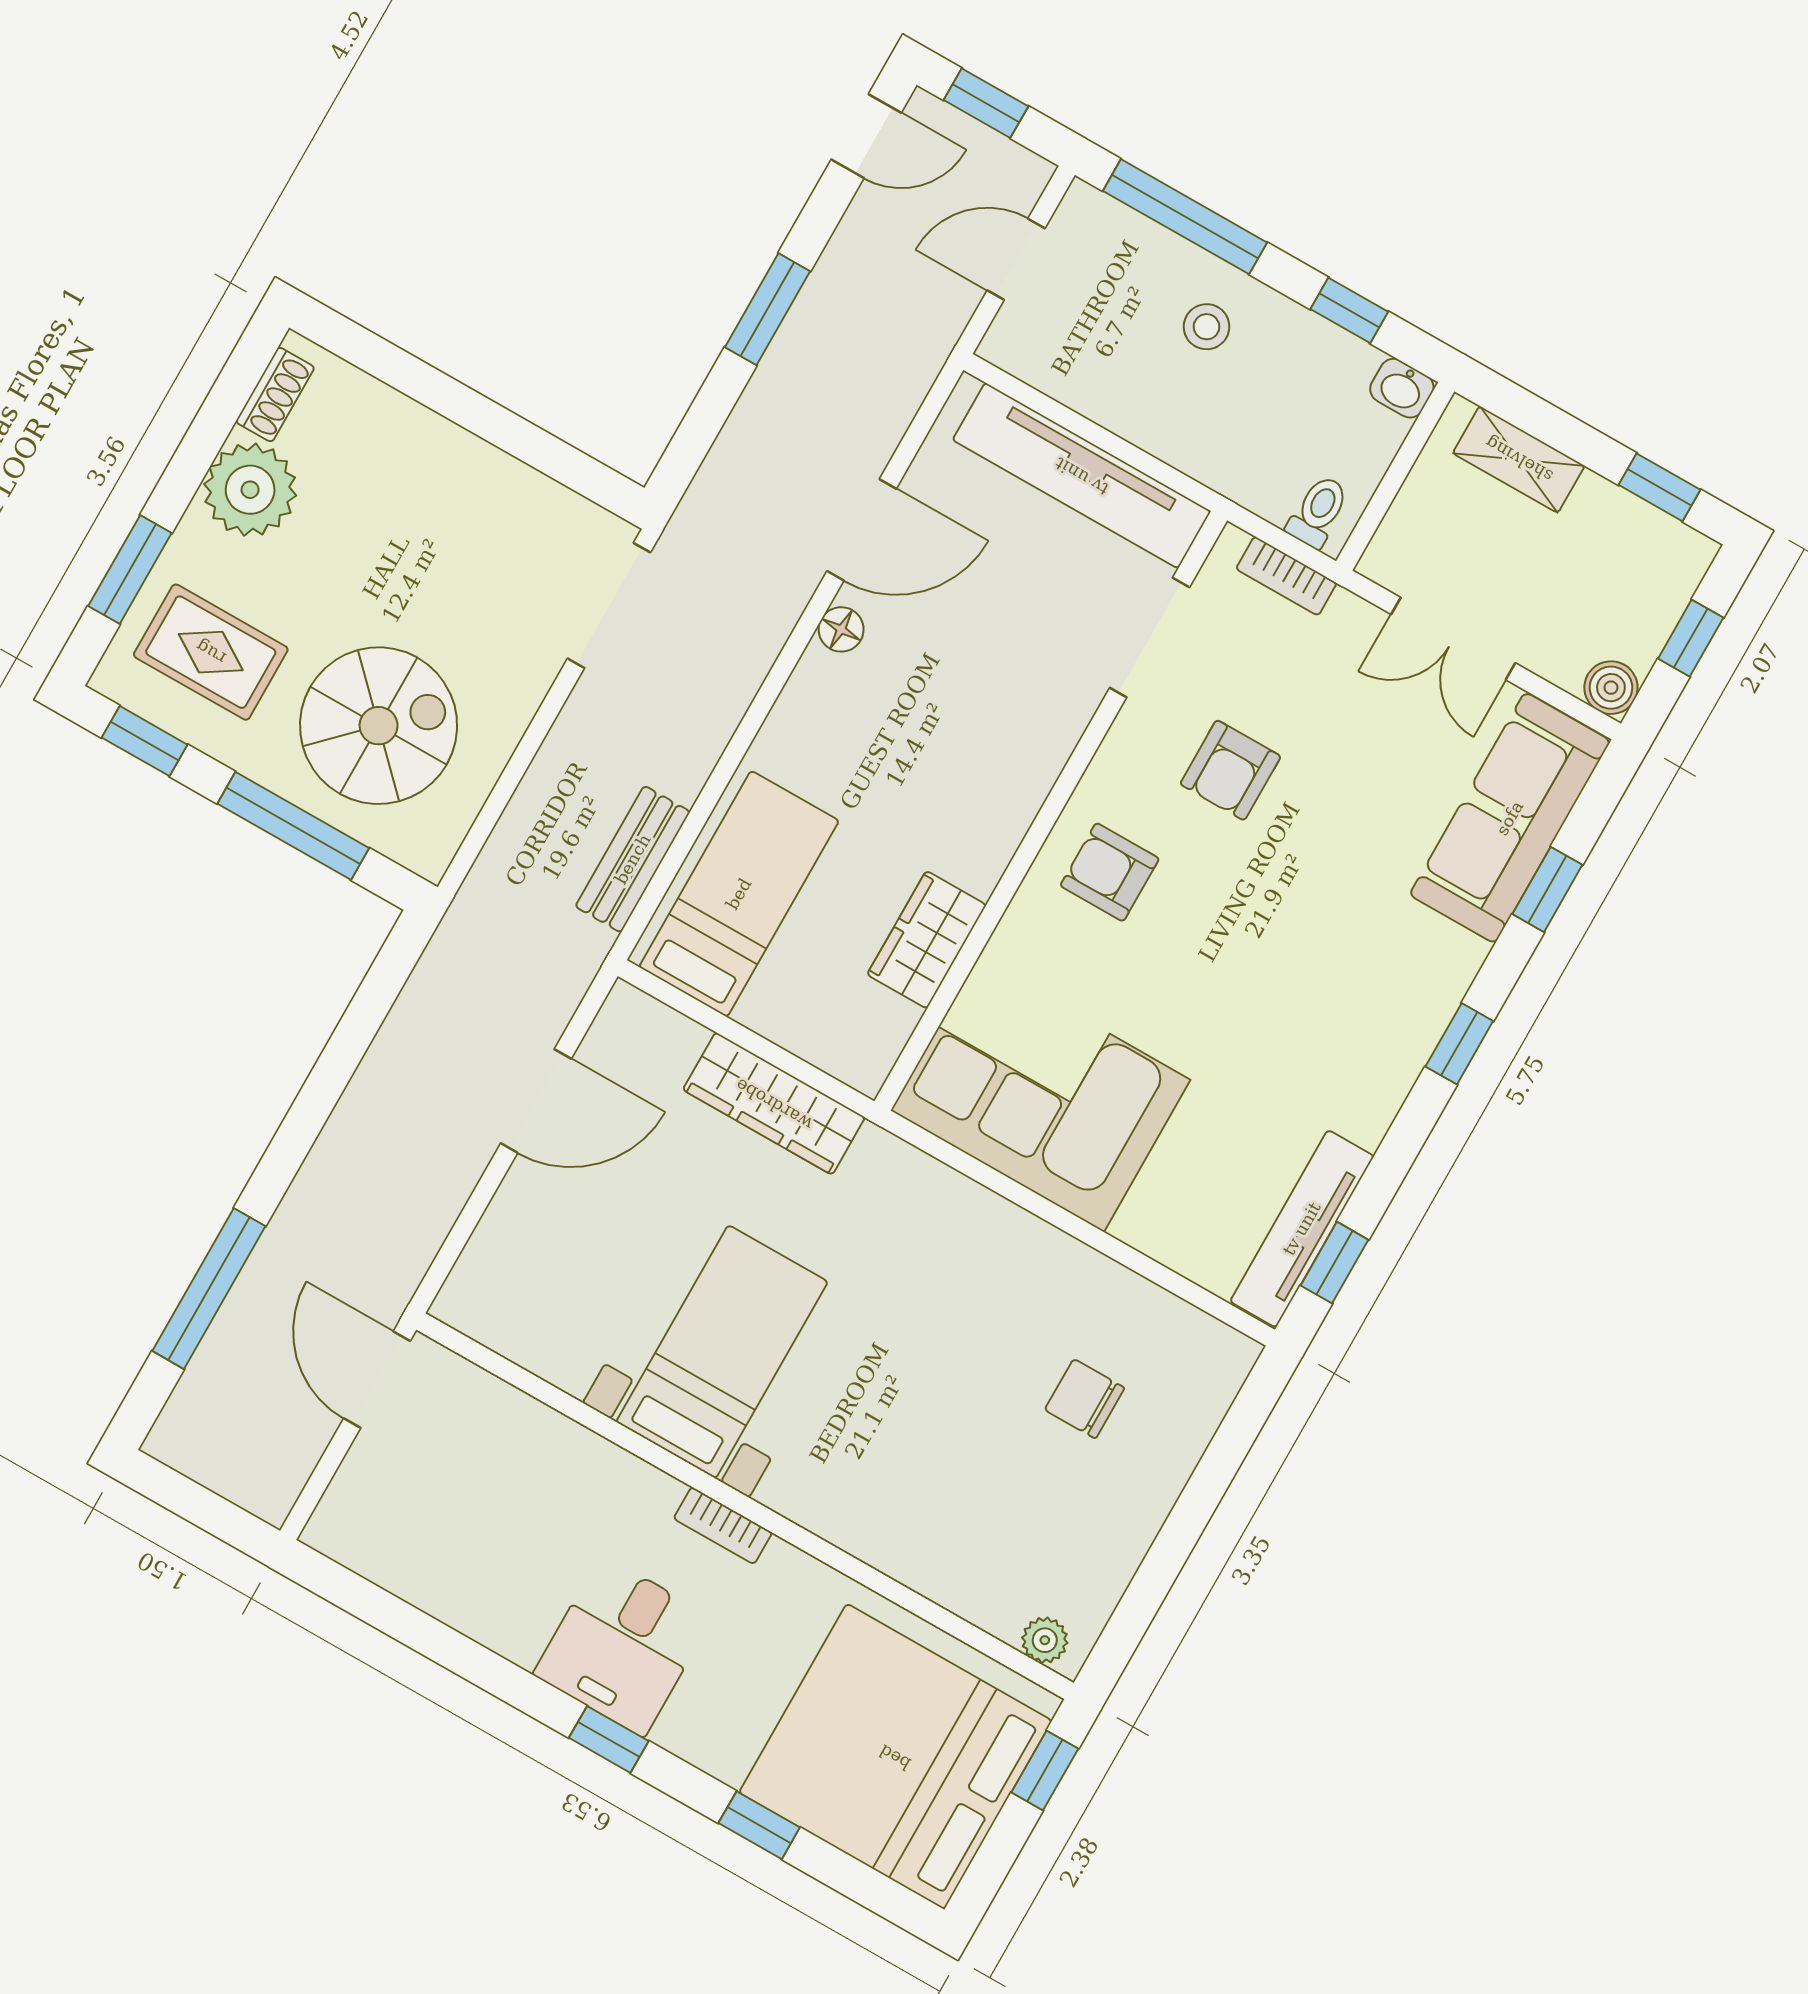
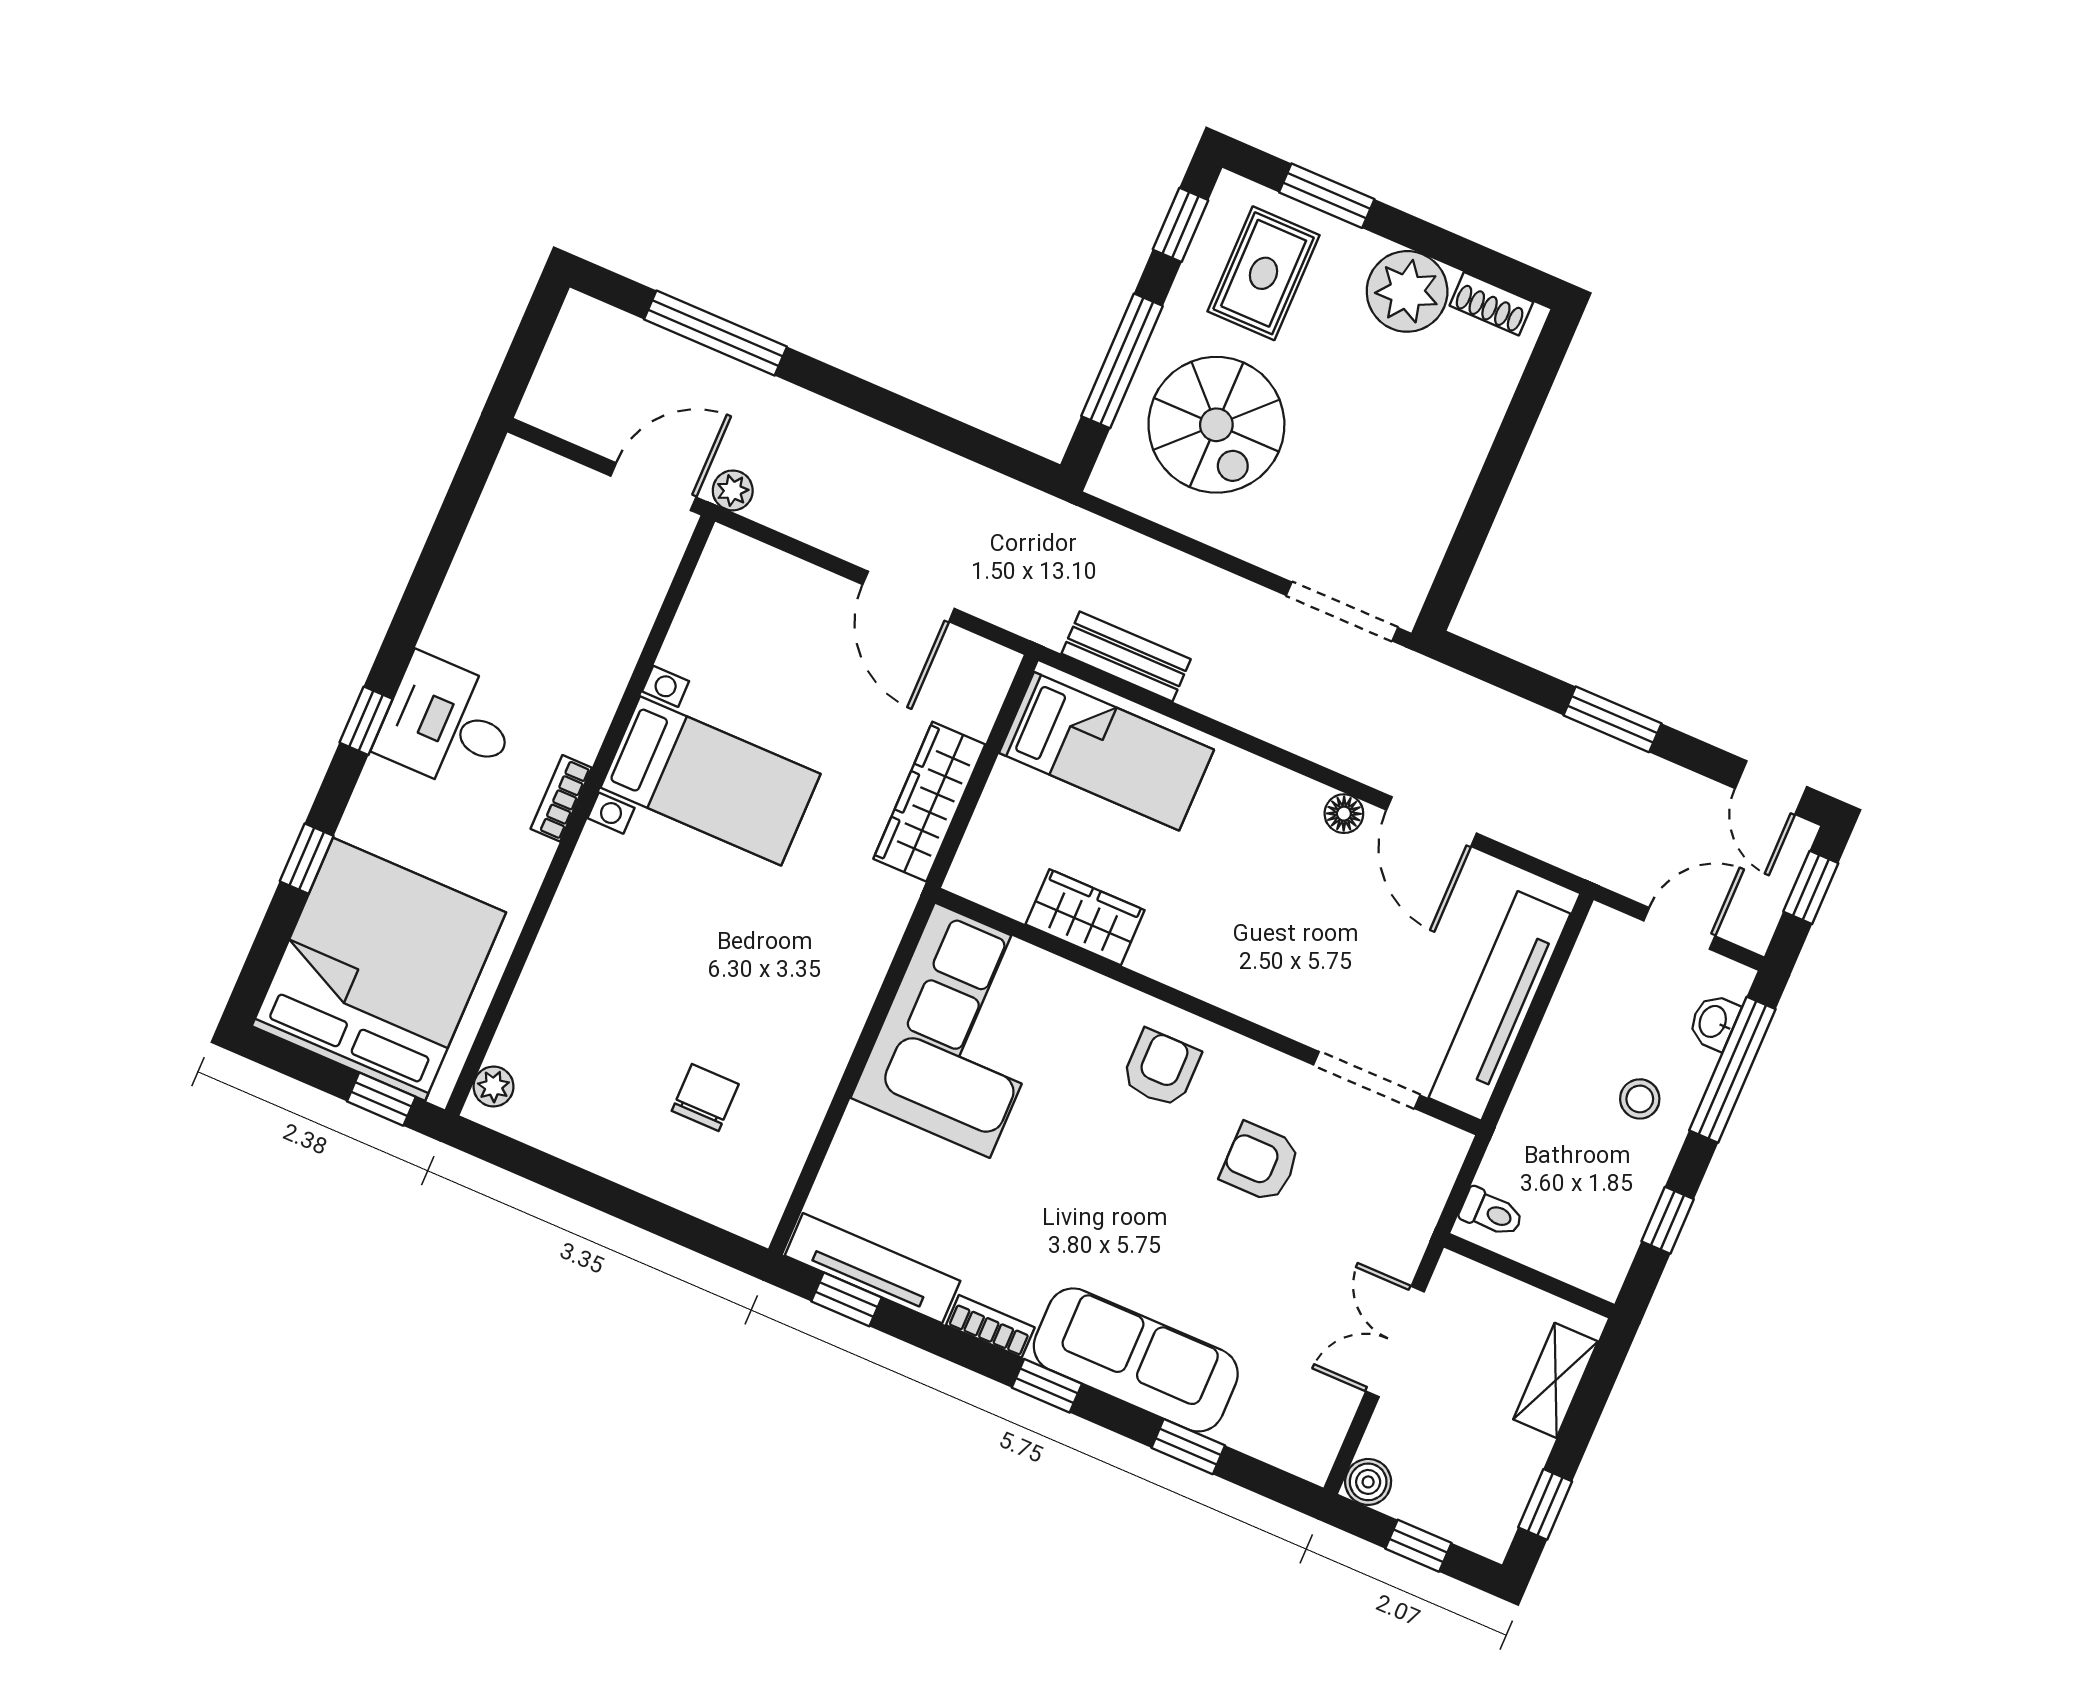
door: (1016, 259) -> (1679, 928), hinge flipped
washbasin: (1402, 388) -> (1714, 1022), moved
bookcase: (1286, 576) -> (990, 1326), moved, turned 90
sofa: (1510, 818) -> (1136, 1360), moved
plant: (392, 1289) -> (733, 490), added

